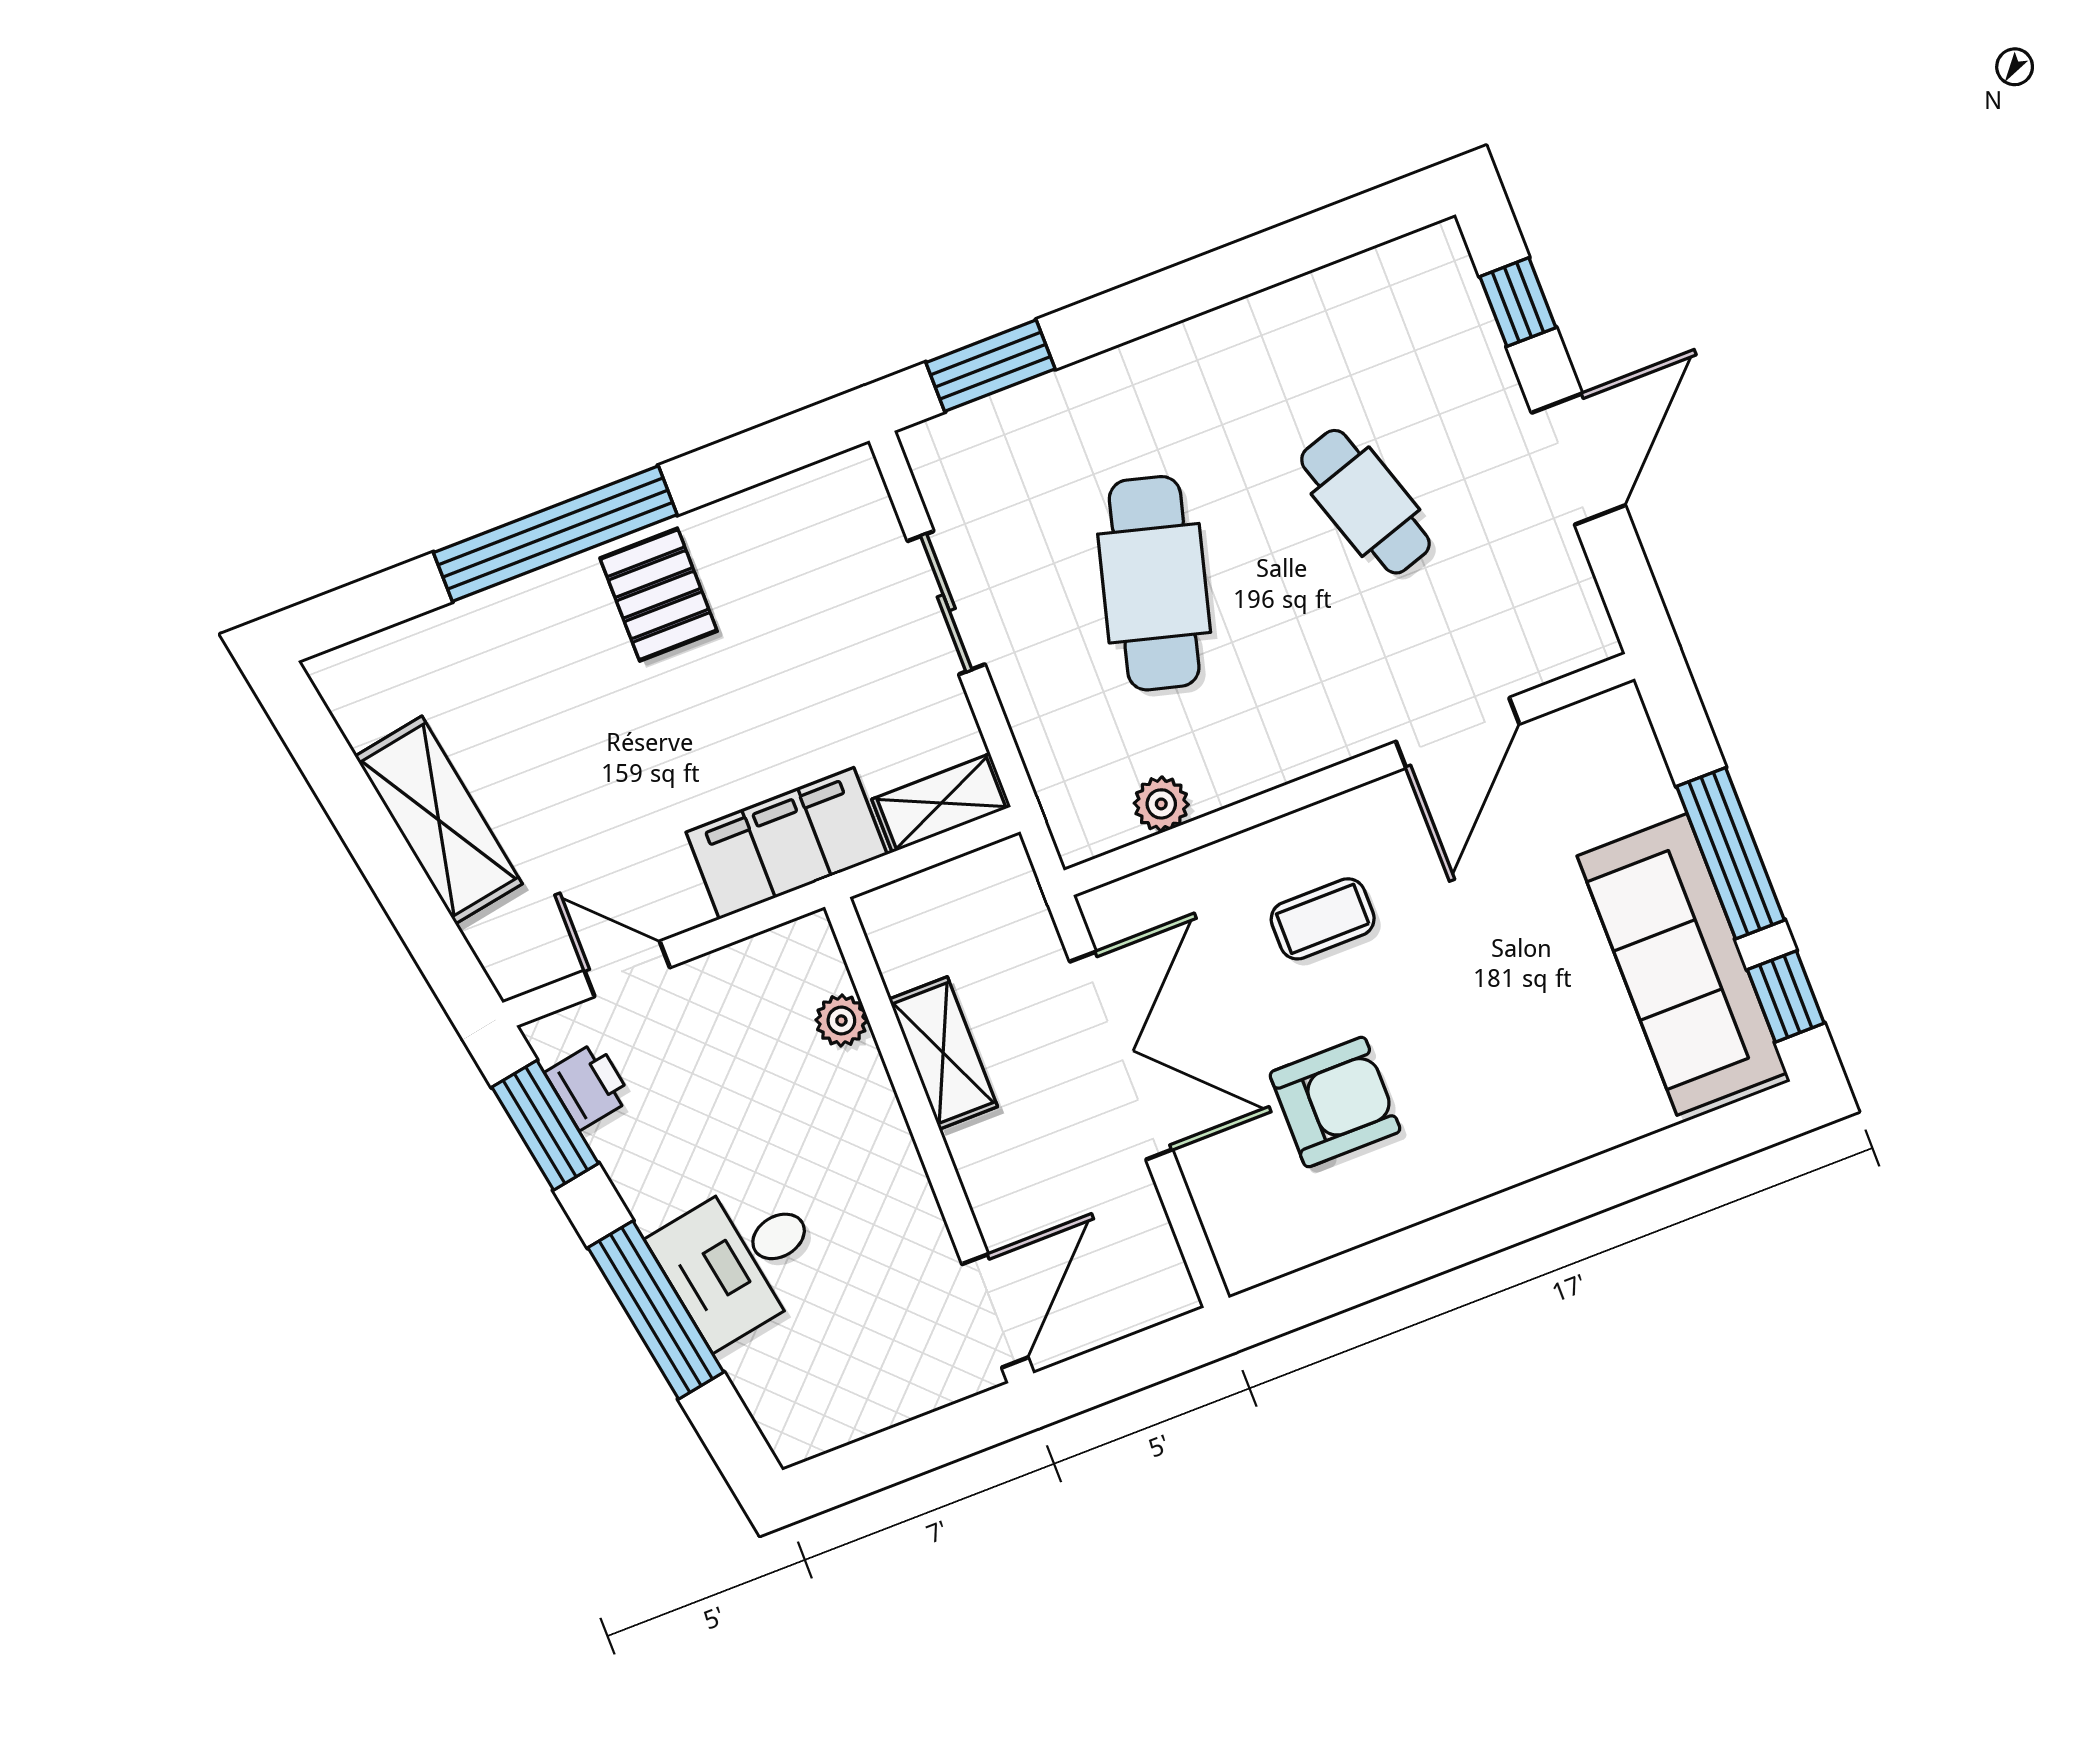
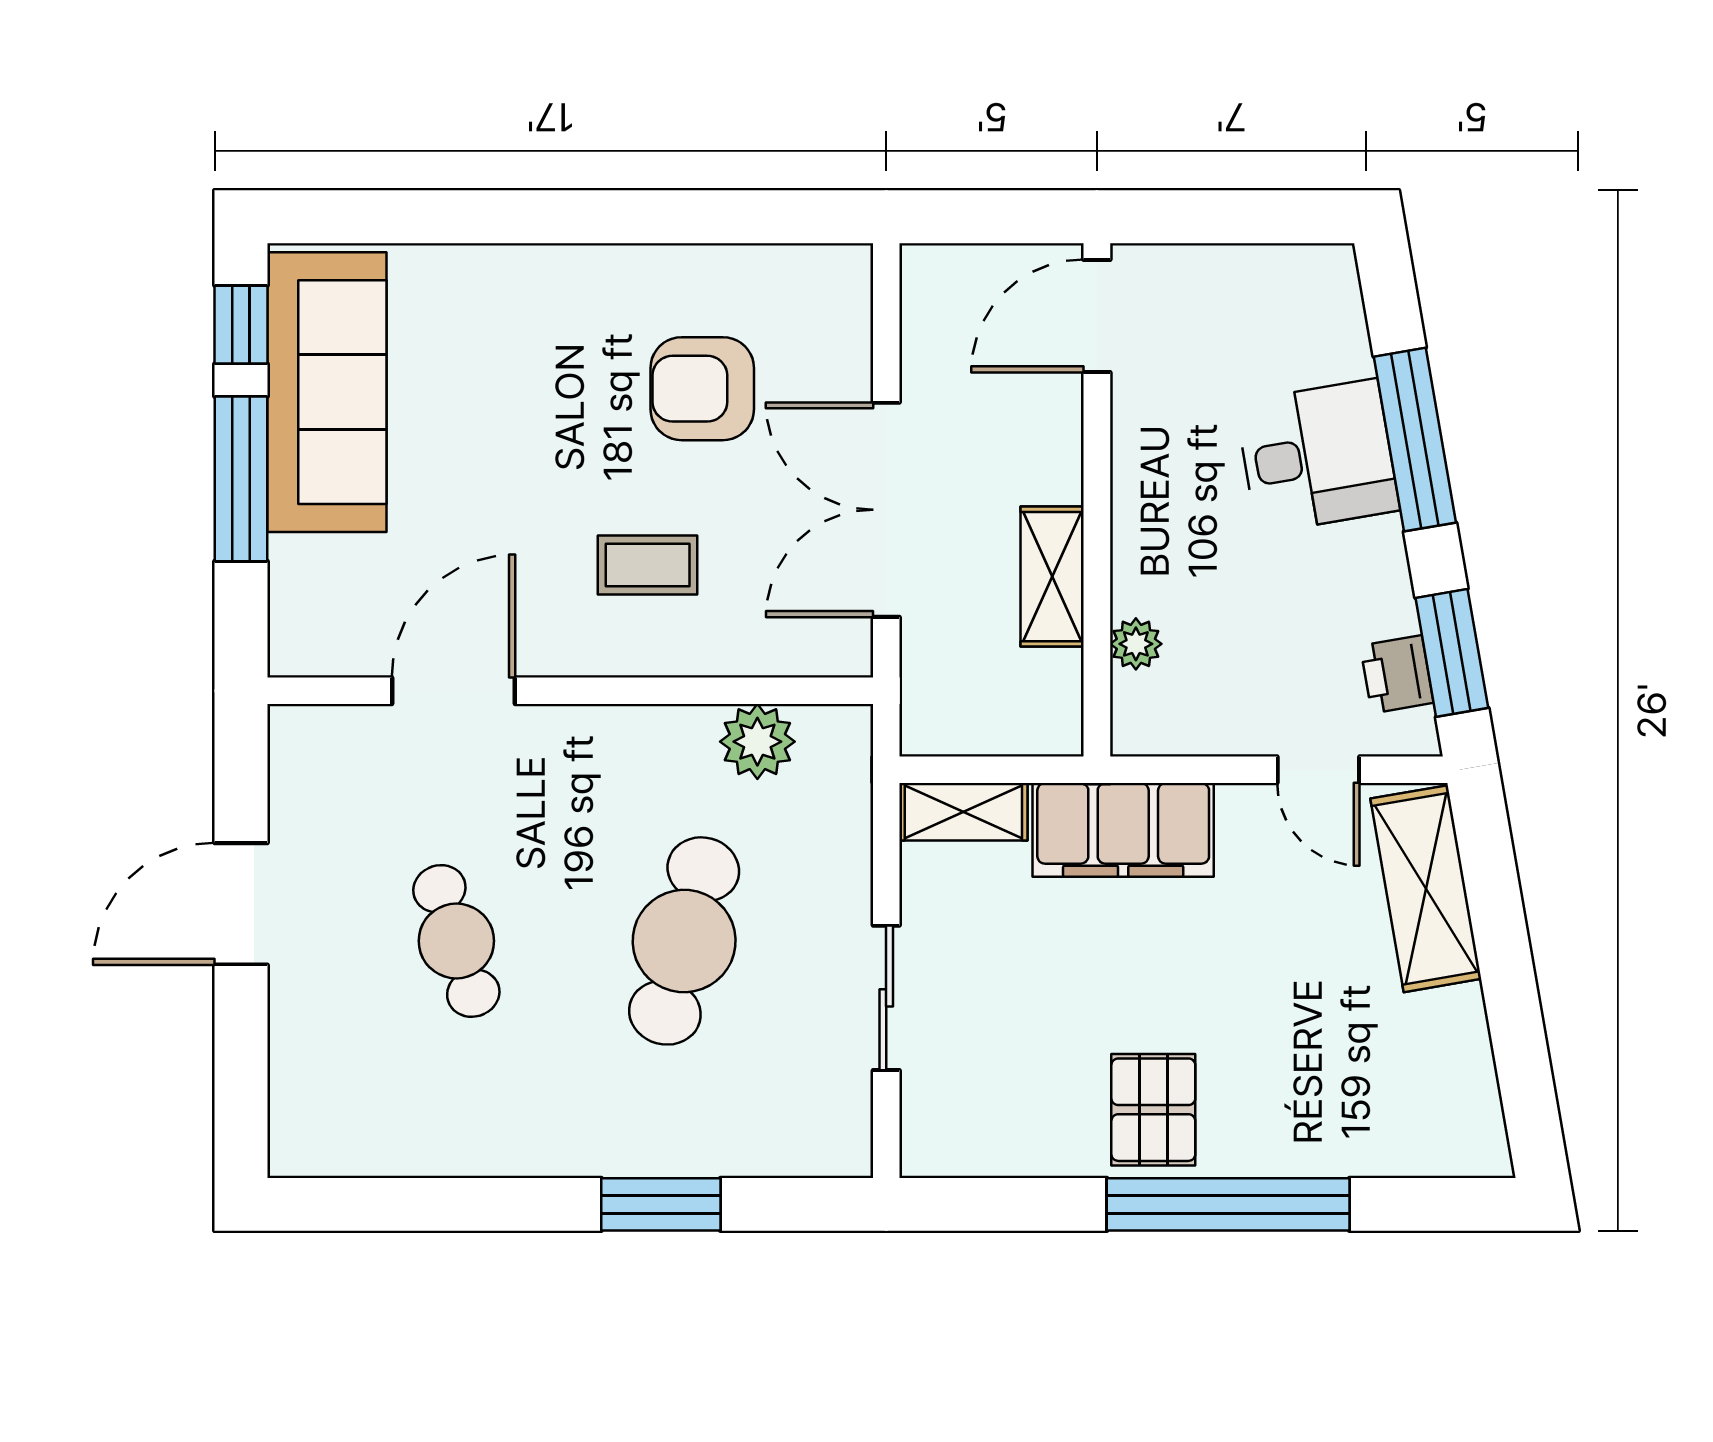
window: (1518, 302) -> (241, 1073), removed
window: (990, 366) -> (661, 1204), moved
plant: (1161, 804) -> (757, 742), width x1.38, depth x1.38
shelving: (439, 820) -> (1426, 889), moved

